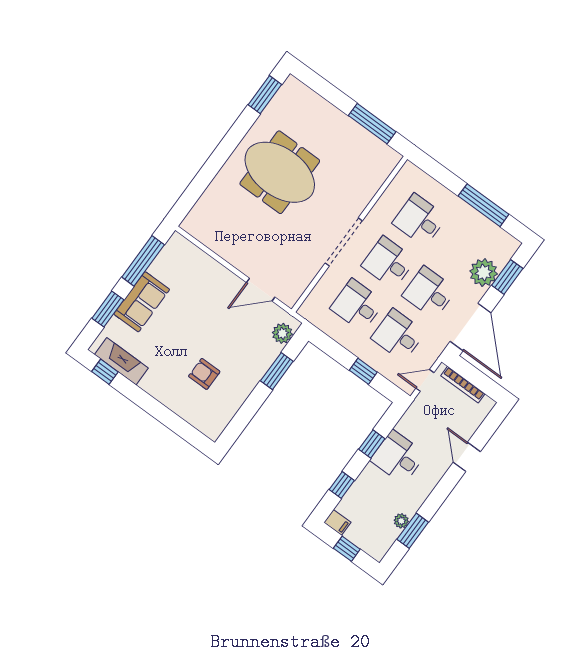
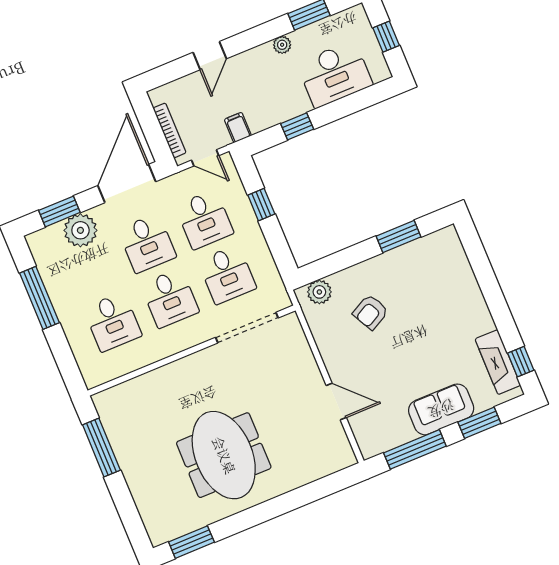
doorway: (344, 242) -> (247, 328), moved
door: (261, 290) -> (336, 402), moved
window: (277, 371) -> (398, 237), moved
armchair: (204, 374) -> (371, 312), moved, turned 62
desk: (398, 457) -> (335, 74), moved, width x1.37
window: (342, 485) -> (352, 104), removed
plant: (401, 521) -> (282, 45), moved
filing cabinet: (337, 522) -> (238, 127), moved

